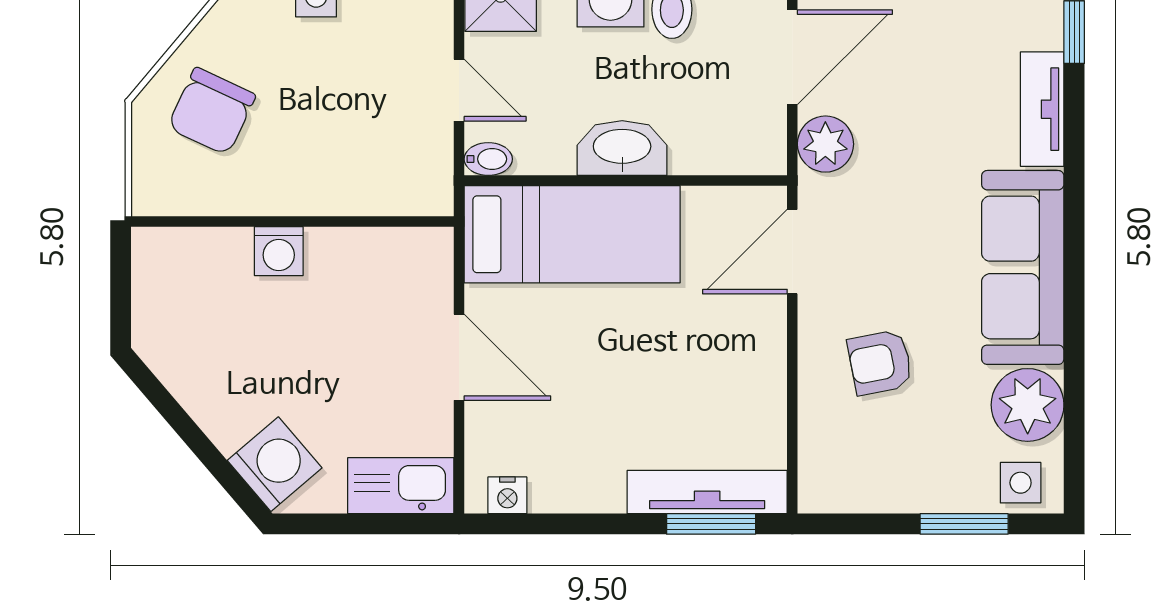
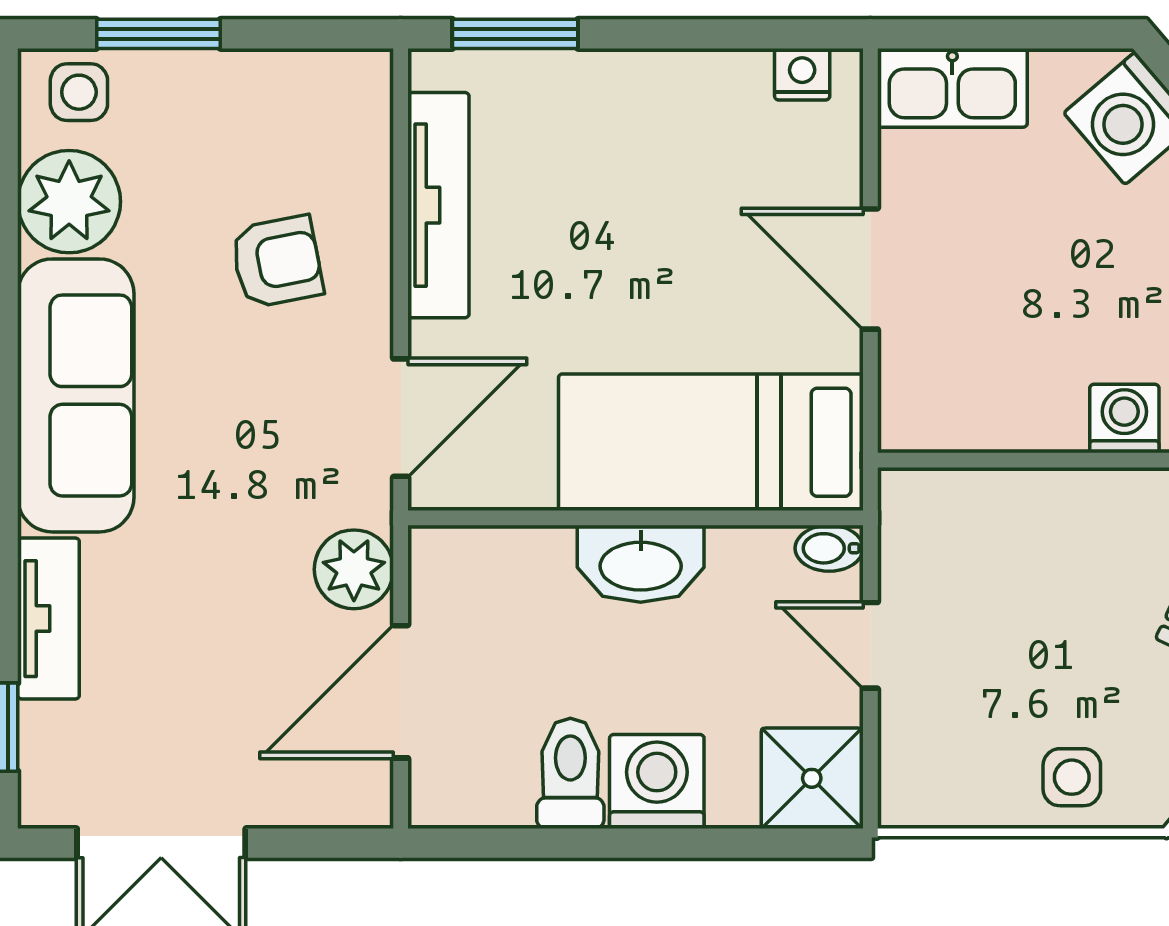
tv unit: (707, 492) -> (438, 205), moved, turned -90

